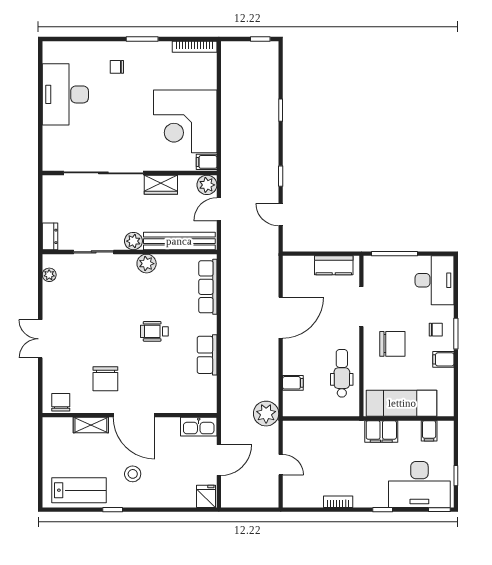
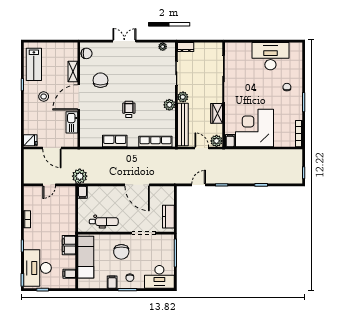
chair: (105, 379) -> (100, 80), turned 90
filing cabinet: (293, 383) -> (82, 192), moved
kitchen sink: (199, 427) -> (72, 122), moved

